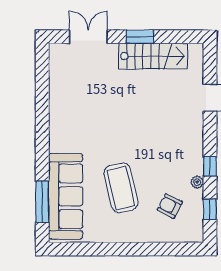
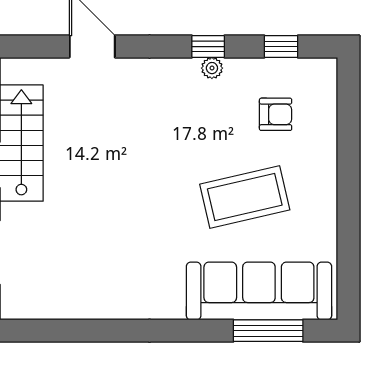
plant: (197, 182) -> (212, 68), moved
armchair: (170, 206) -> (276, 114), turned -117

